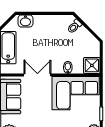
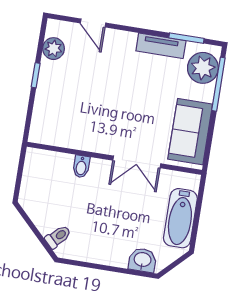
shower: (92, 65) -> (39, 163), removed
corner sofa: (76, 93) -> (75, 119), removed

